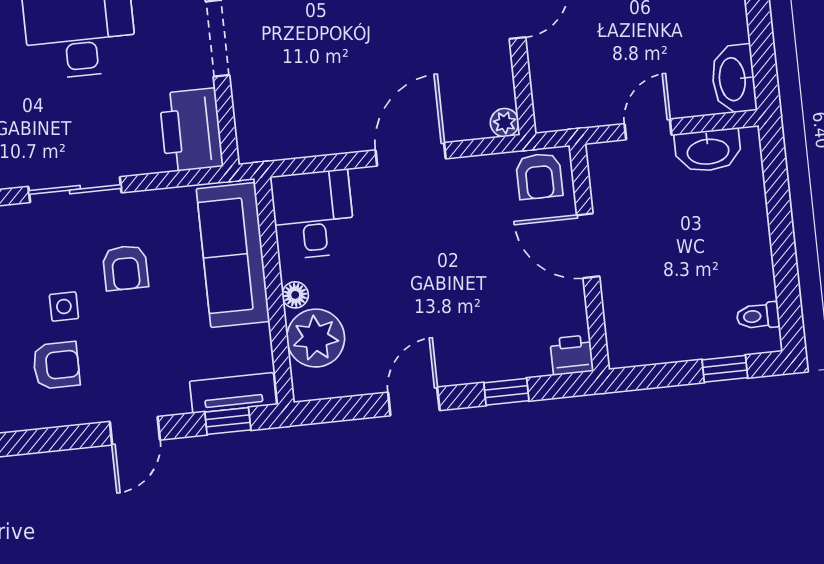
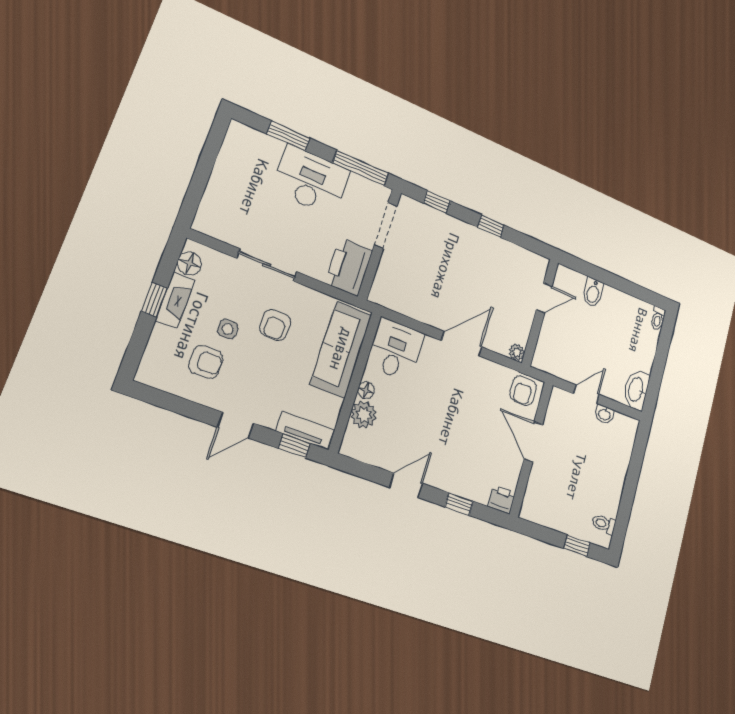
washbasin: (708, 150) -> (604, 414), width x0.52, depth x0.69
plant: (316, 338) -> (364, 415), width x0.73, depth x0.73

